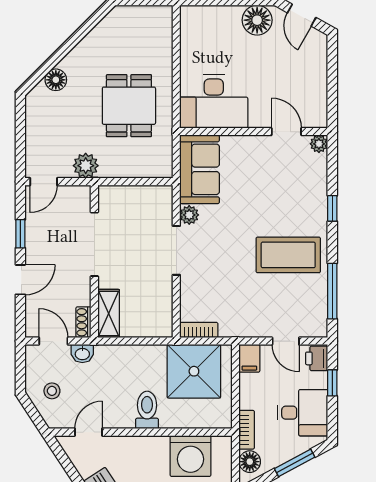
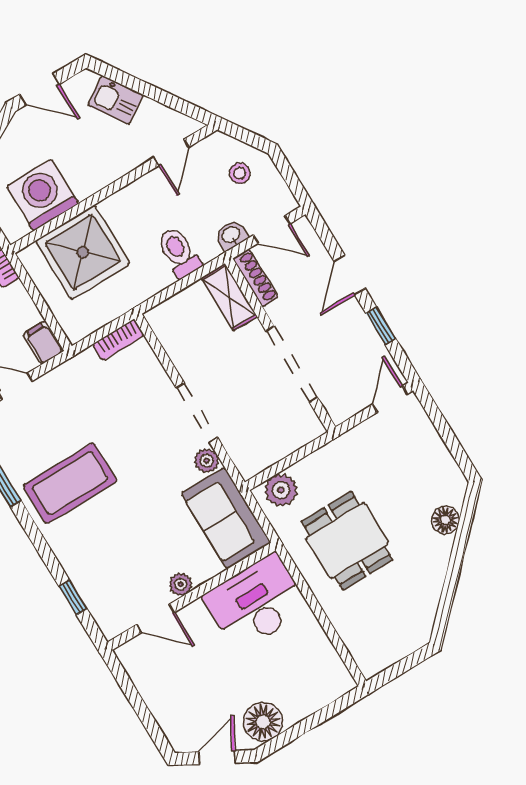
door: (302, 15) -> (217, 757), hinge flipped
plant: (319, 144) -> (181, 584), moved
plant: (86, 166) -> (281, 490), moved
window: (332, 208) -> (73, 598), moved
shoe rack: (83, 322) -> (256, 278), width x1.43
shower: (194, 371) -> (83, 252), moved
toilet: (147, 410) -> (179, 252), moved, turned 180

